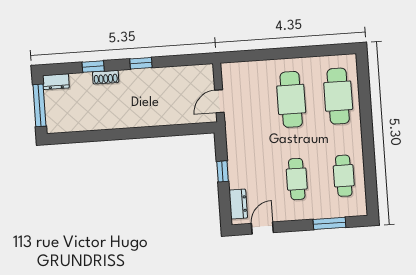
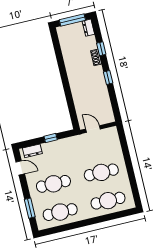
cafe table: (344, 176) -> (60, 212), width x1.37, depth x1.35
cafe table: (297, 179) -> (53, 184), width x1.37, depth x1.35

